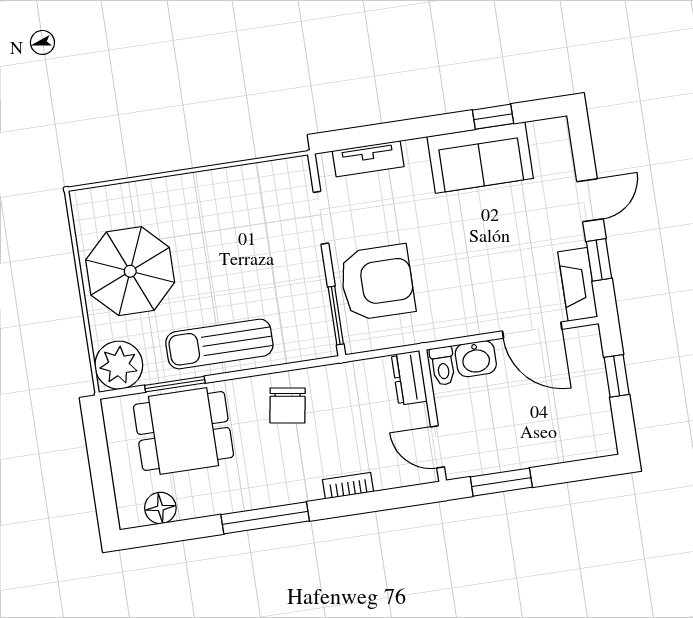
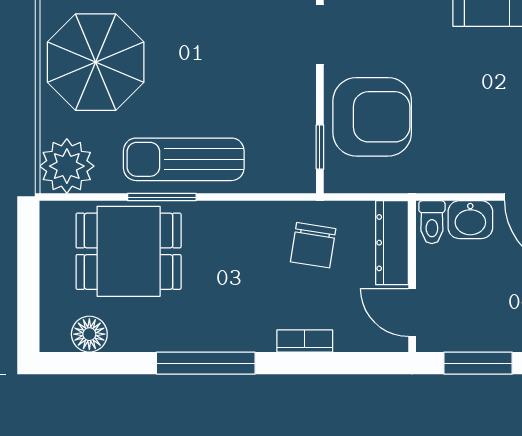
window: (336, 315) -> (320, 147), width x0.67
dresser: (409, 378) -> (392, 243), width x1.44
window: (175, 384) -> (162, 197), moved
chair: (288, 405) -> (313, 245), moved

